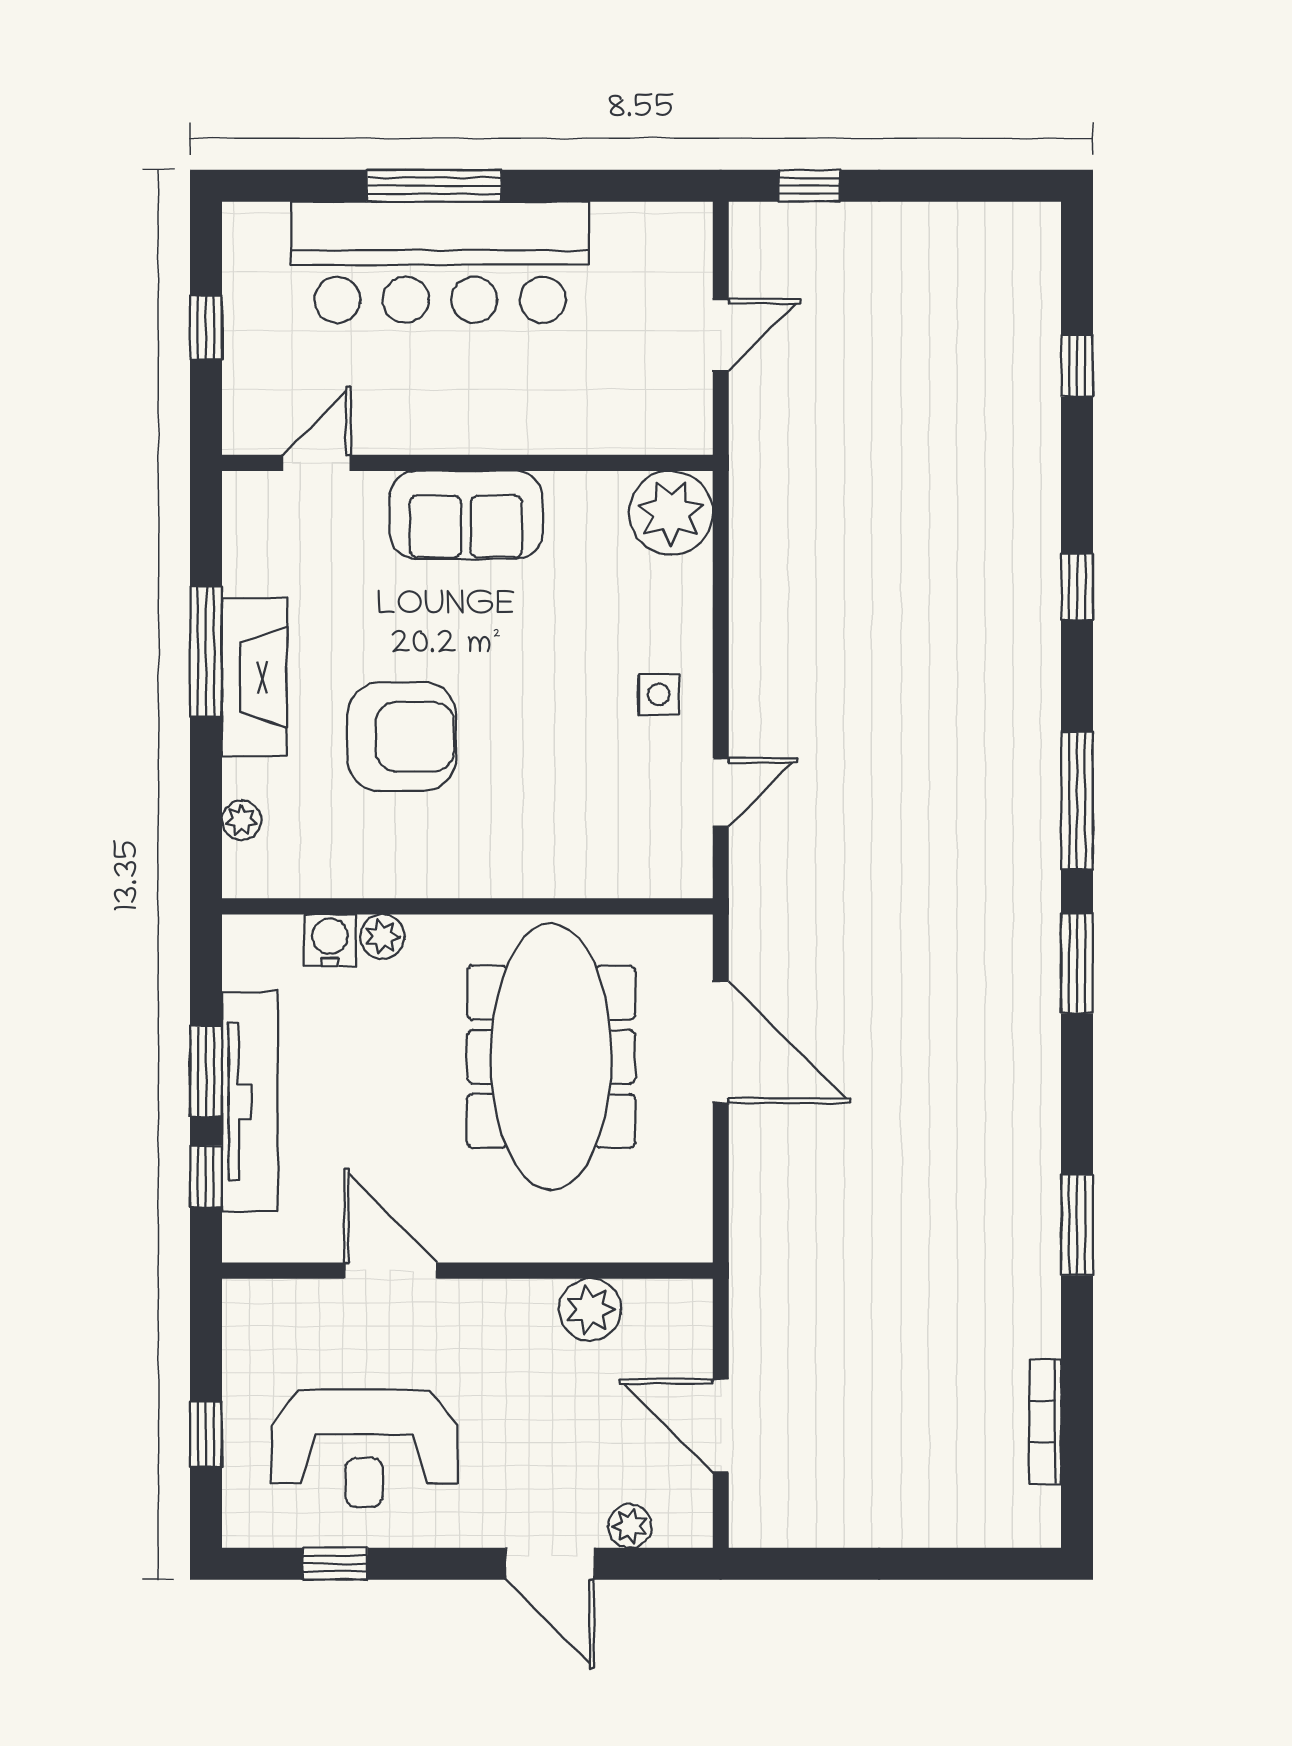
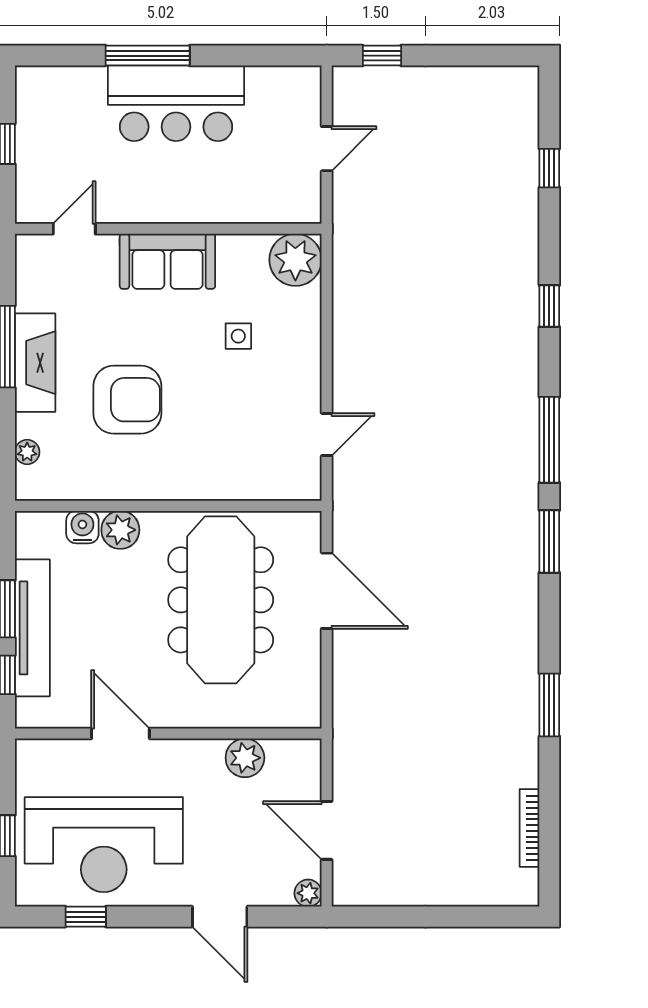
bar counter: (440, 262) -> (176, 103), width x0.73
side table: (659, 694) -> (238, 336), moved
plant: (382, 936) -> (120, 530), width x1.38, depth x1.38
reception desk: (364, 1448) -> (104, 845), width x1.36, depth x1.30
plant: (630, 1526) -> (308, 893), moved

